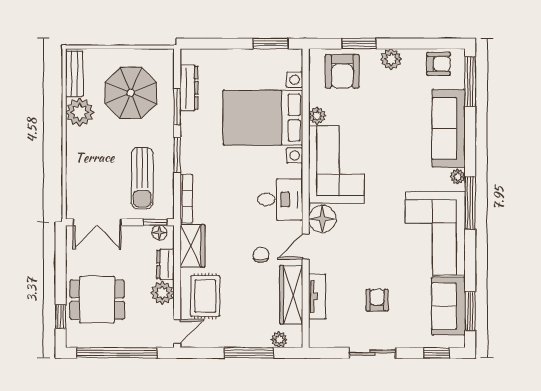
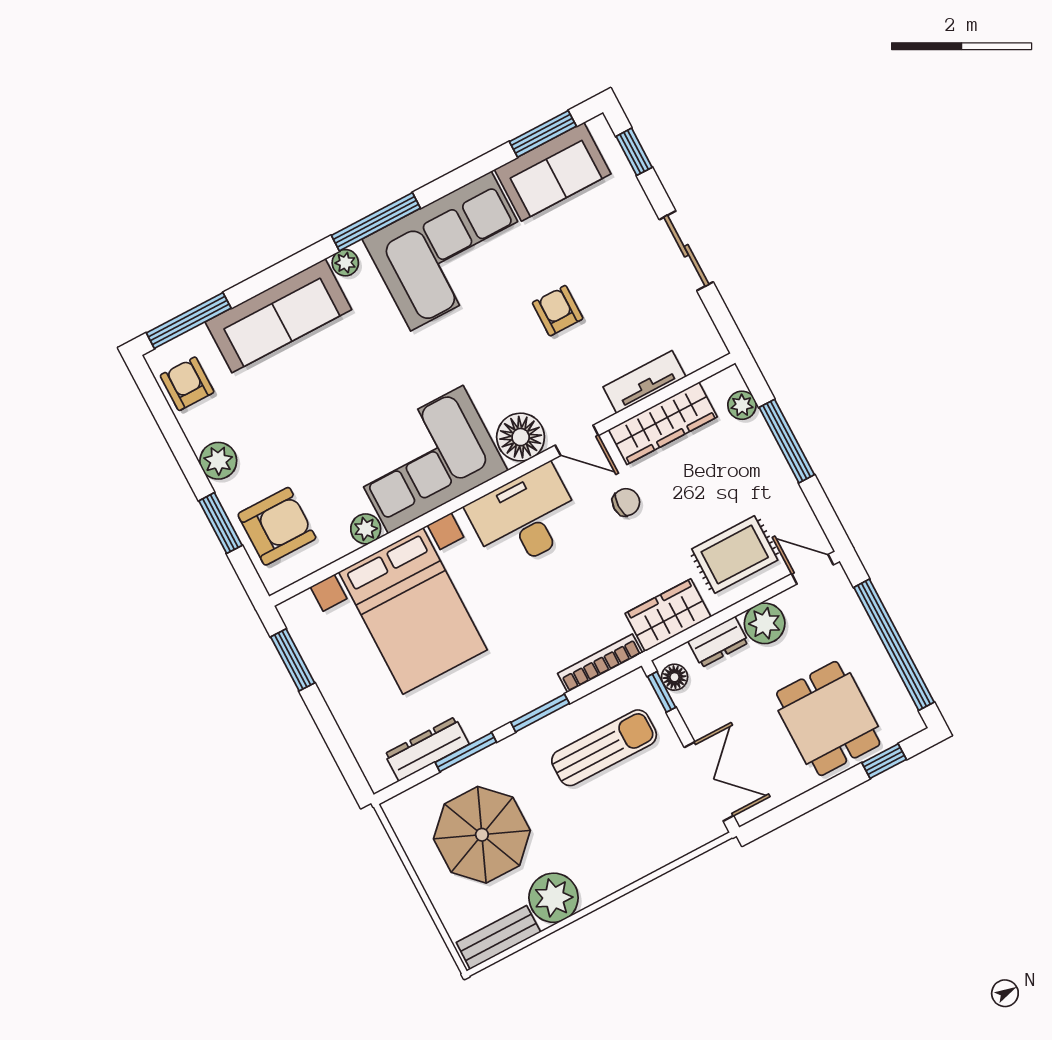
desk: (280, 199) -> (525, 518), width x1.37
chair: (261, 255) -> (626, 502), turned 180
armchair: (377, 300) -> (558, 311), moved, turned 90

